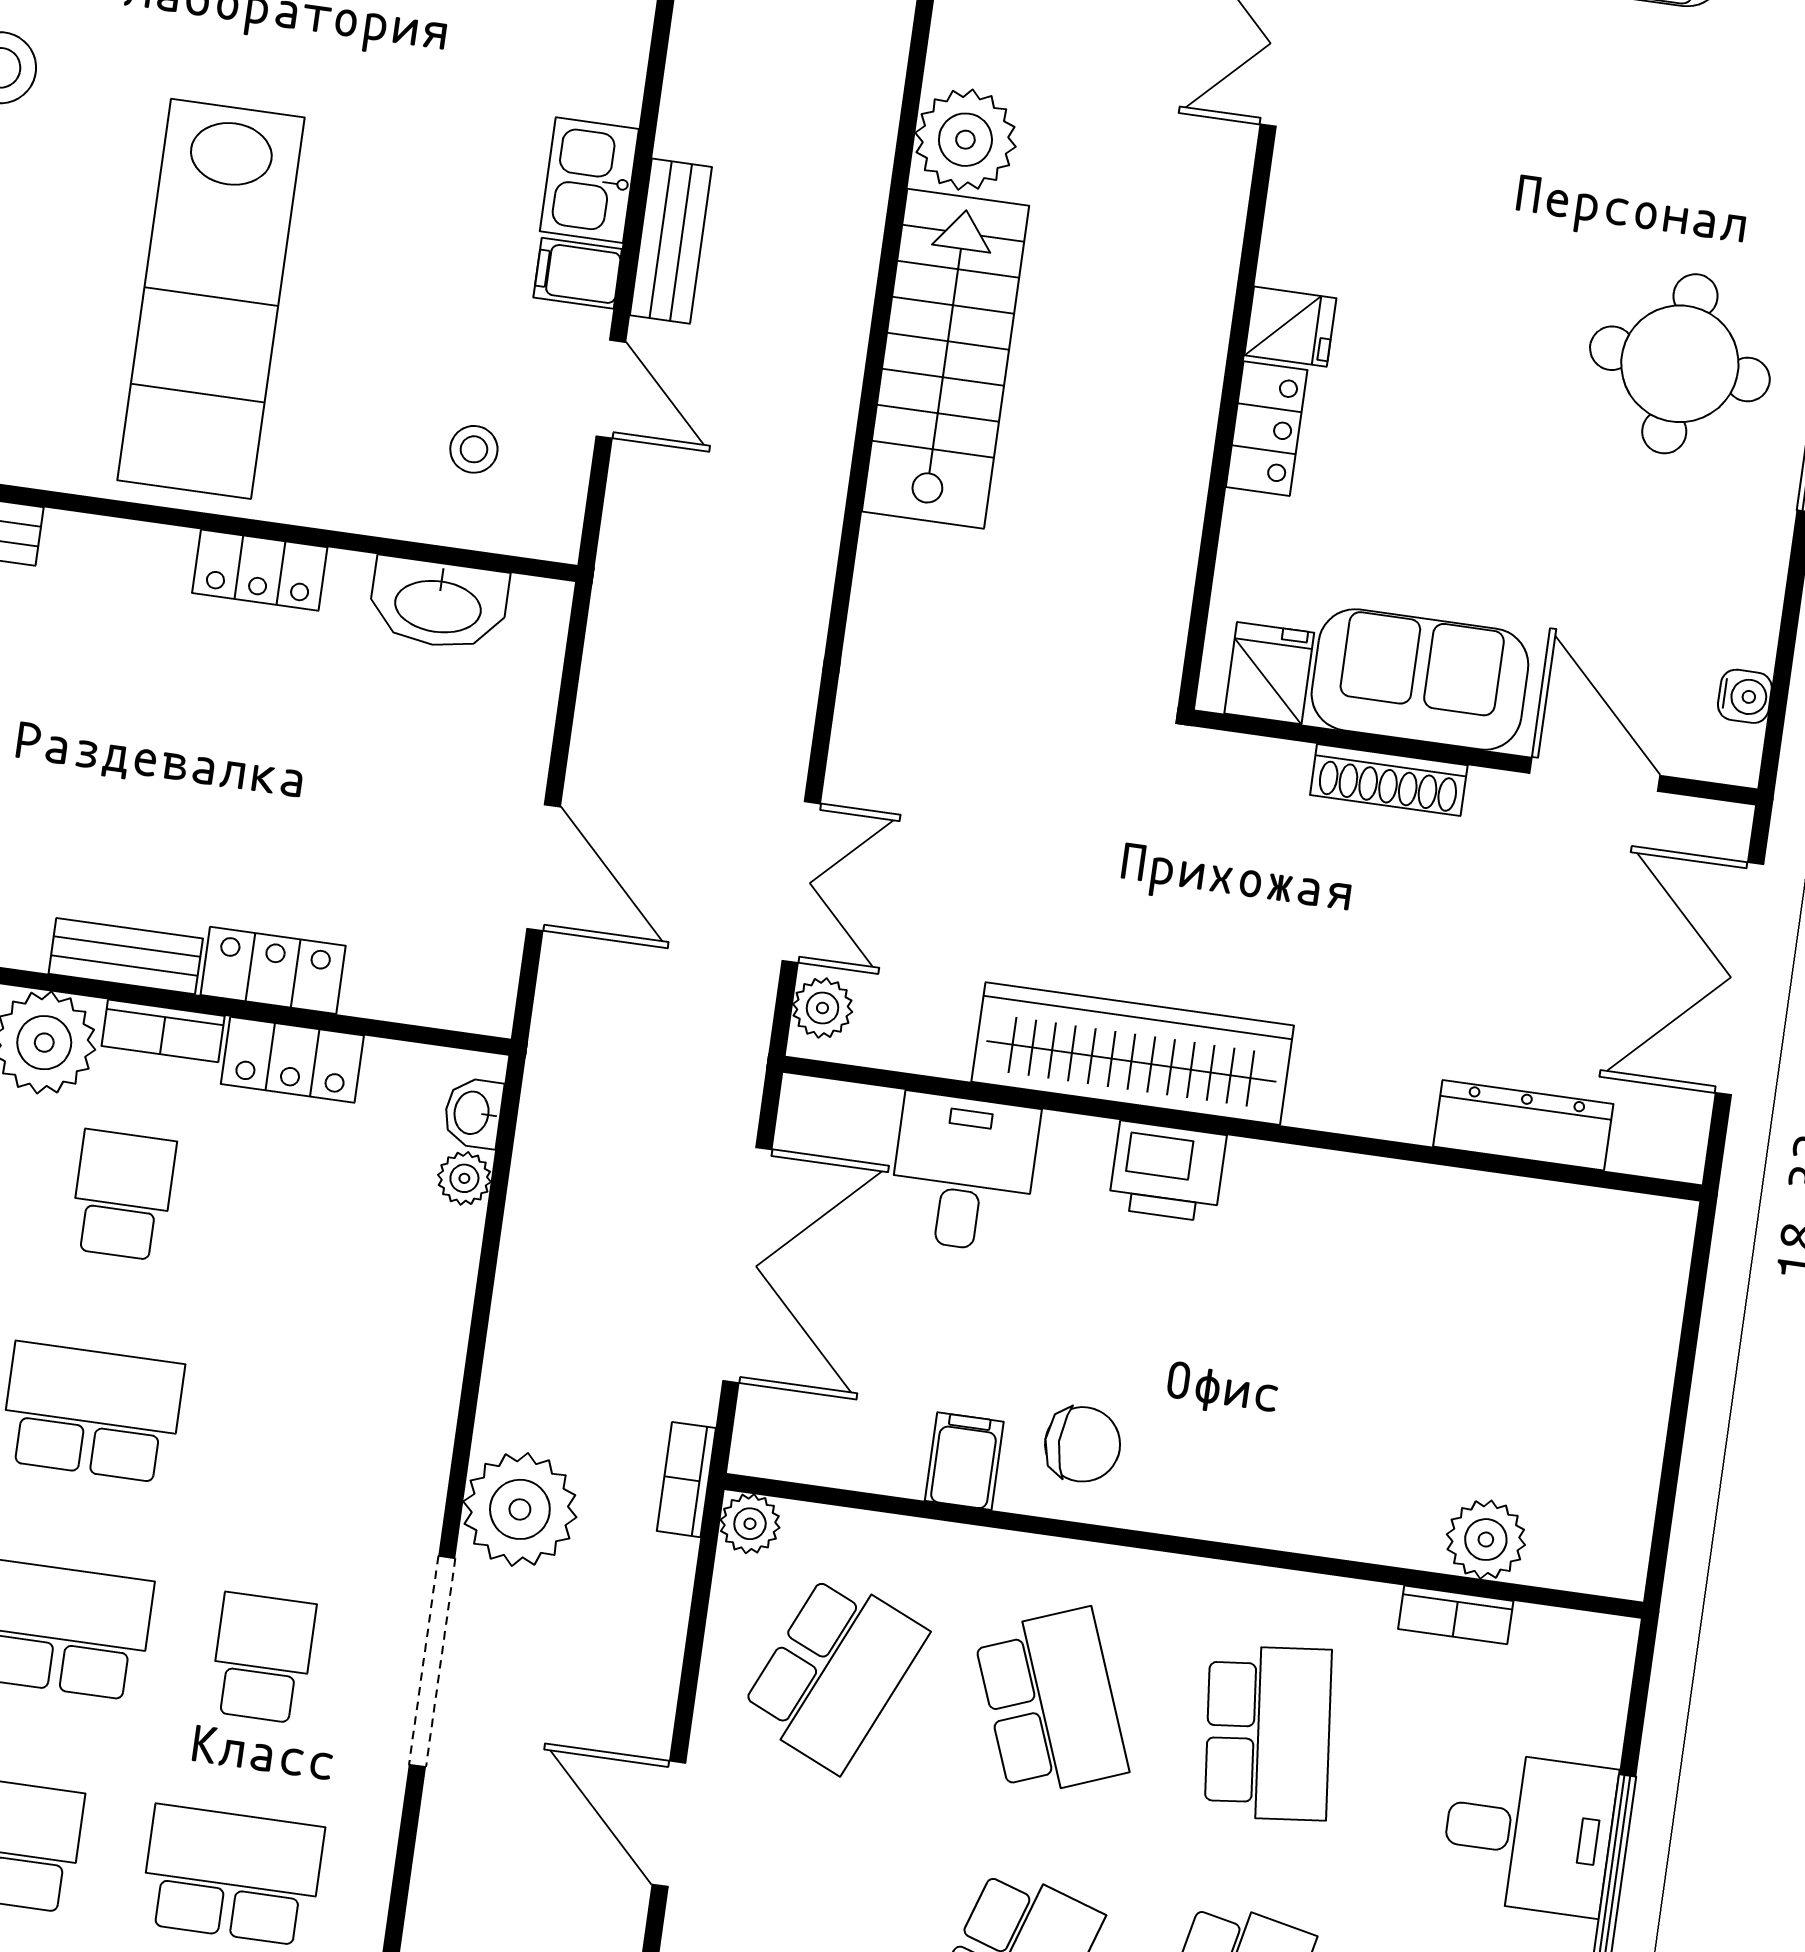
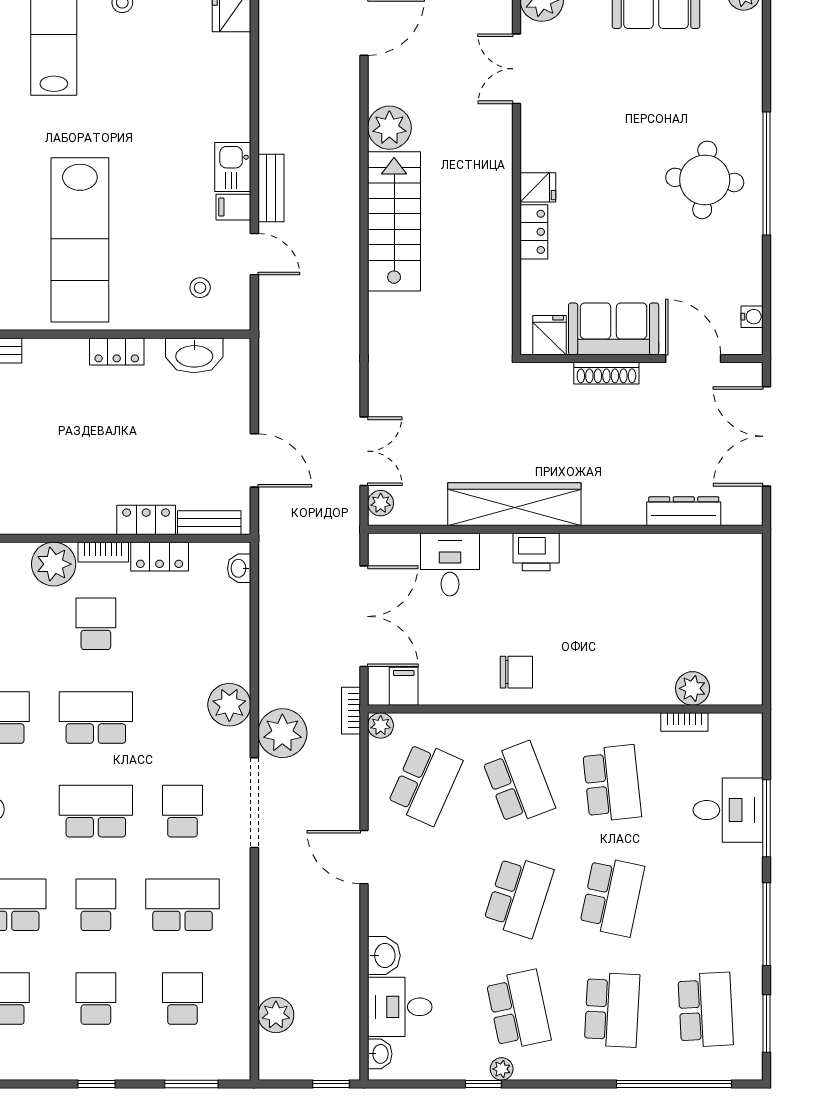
bench: (126, 956) -> (209, 523), moved
plant: (464, 1178) -> (229, 705), moved, width x1.88, depth x1.88
filing cabinet: (964, 1461) -> (404, 686), moved

